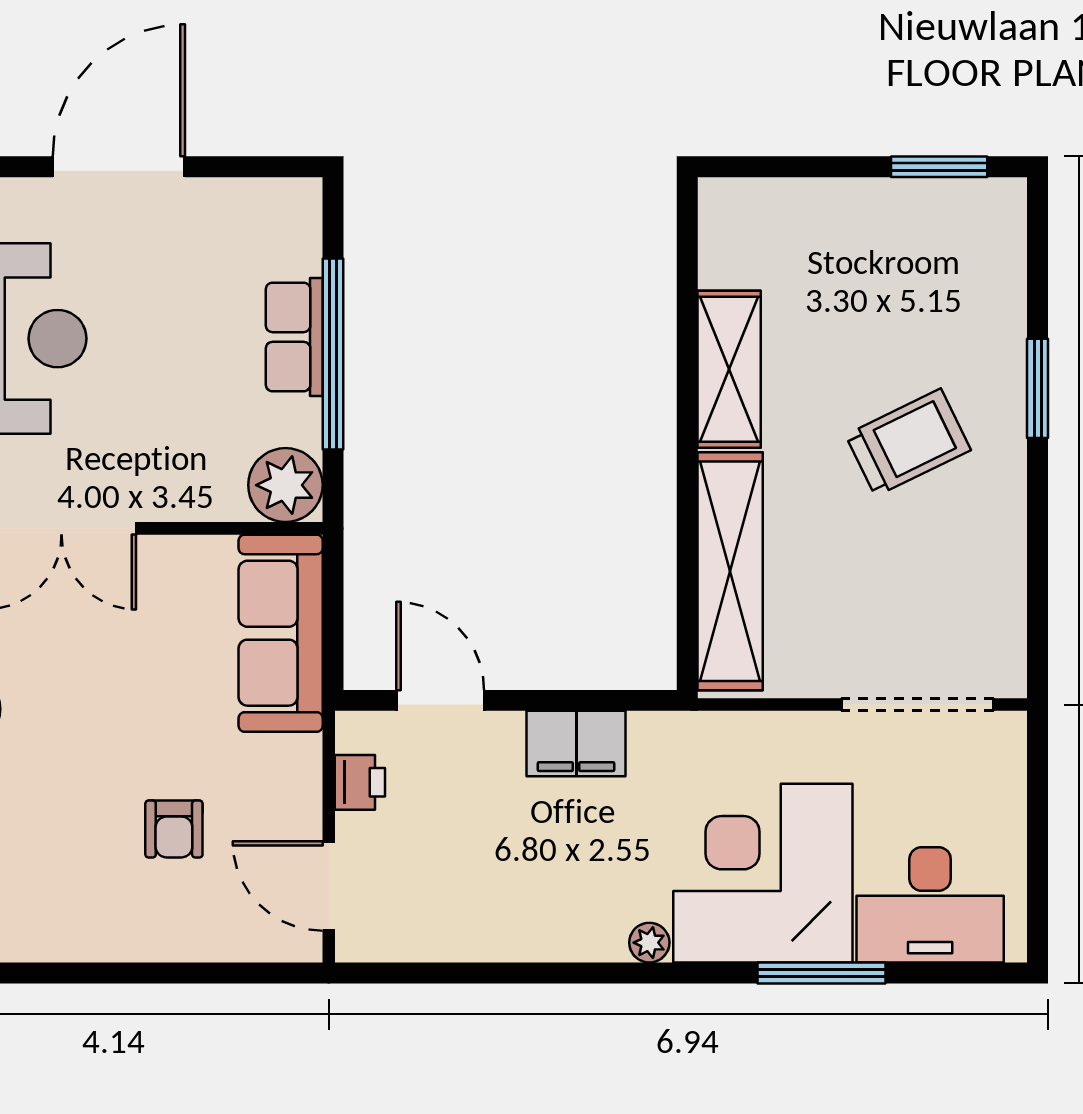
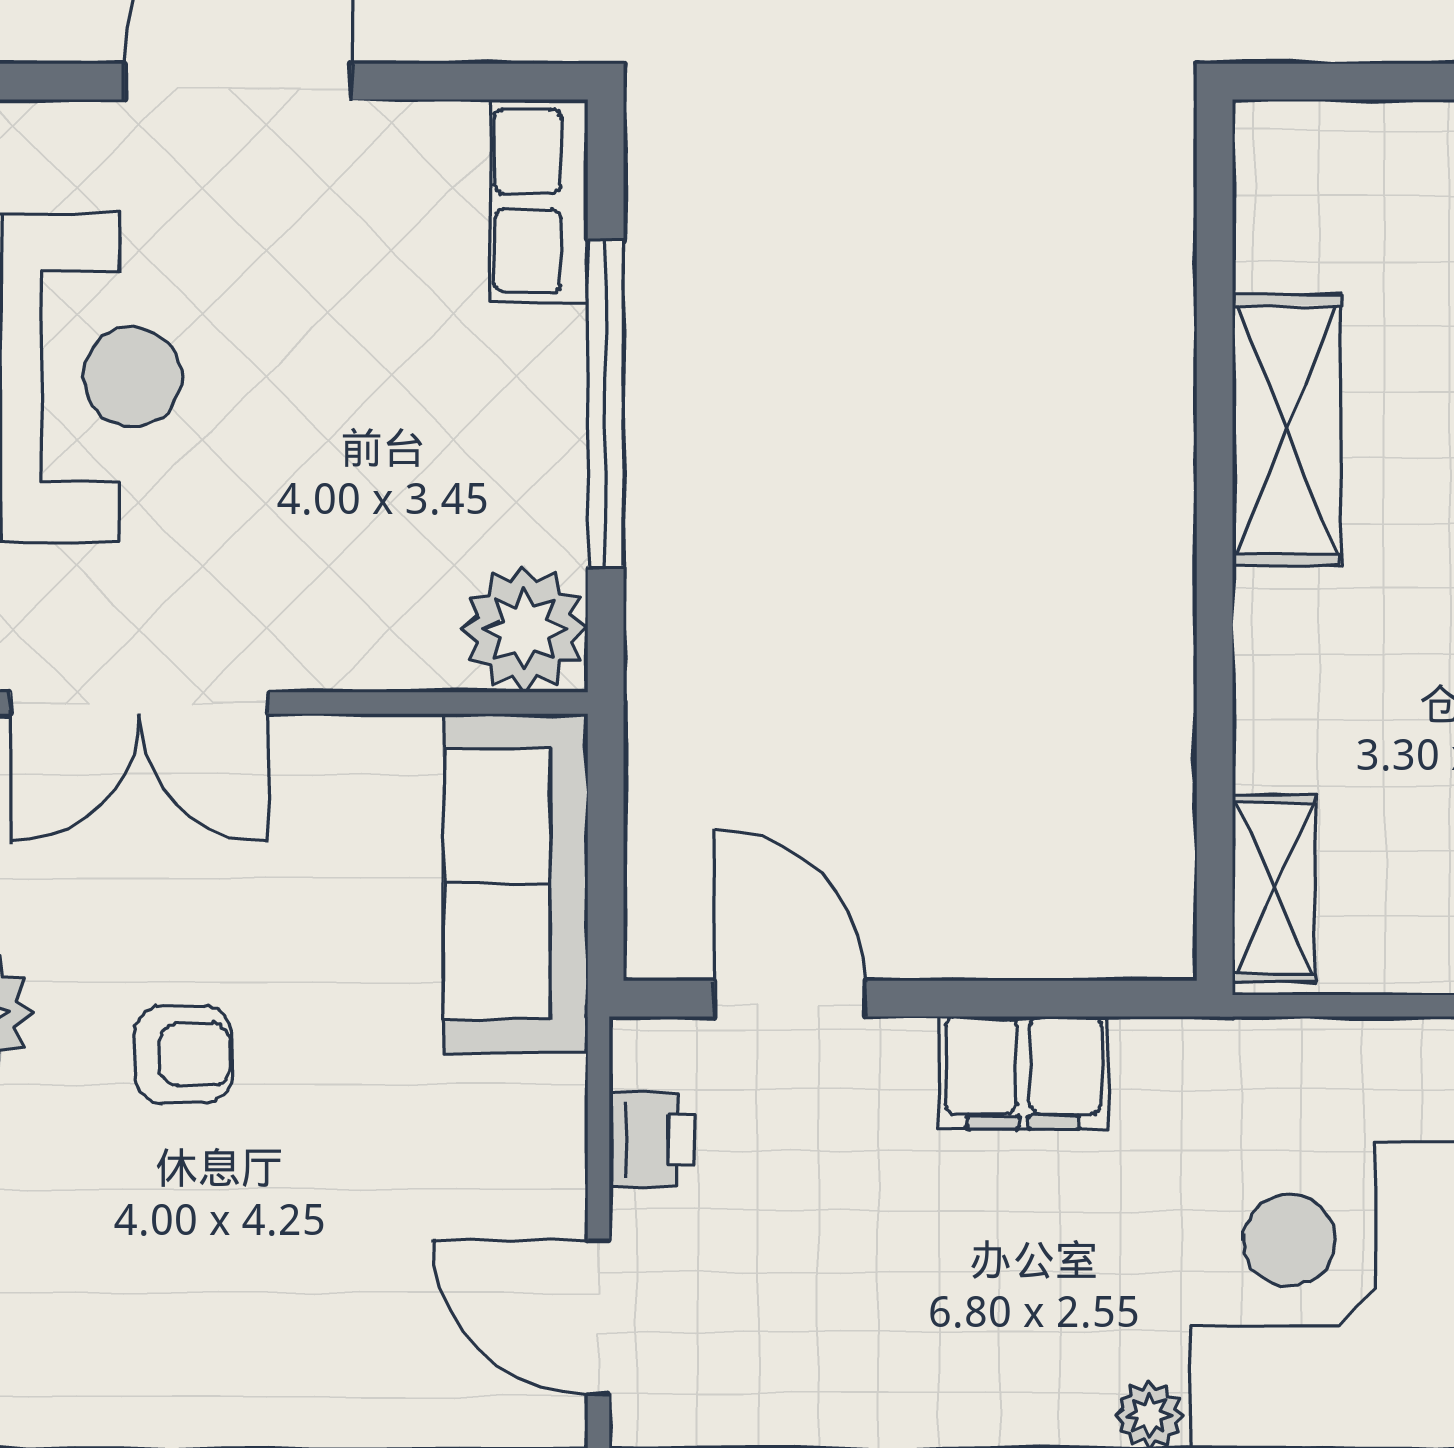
row of seats: (294, 337) -> (539, 201), moved
shelving: (730, 571) -> (1274, 888), width x0.45, depth x0.75
armchair: (174, 829) -> (183, 1055), moved, turned -90

